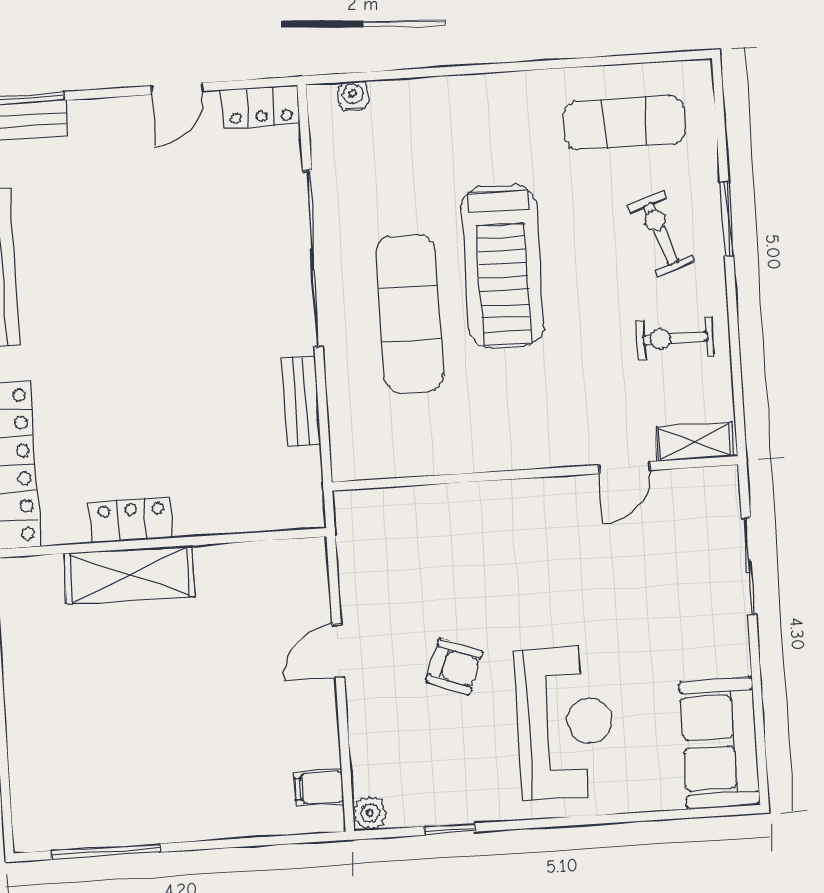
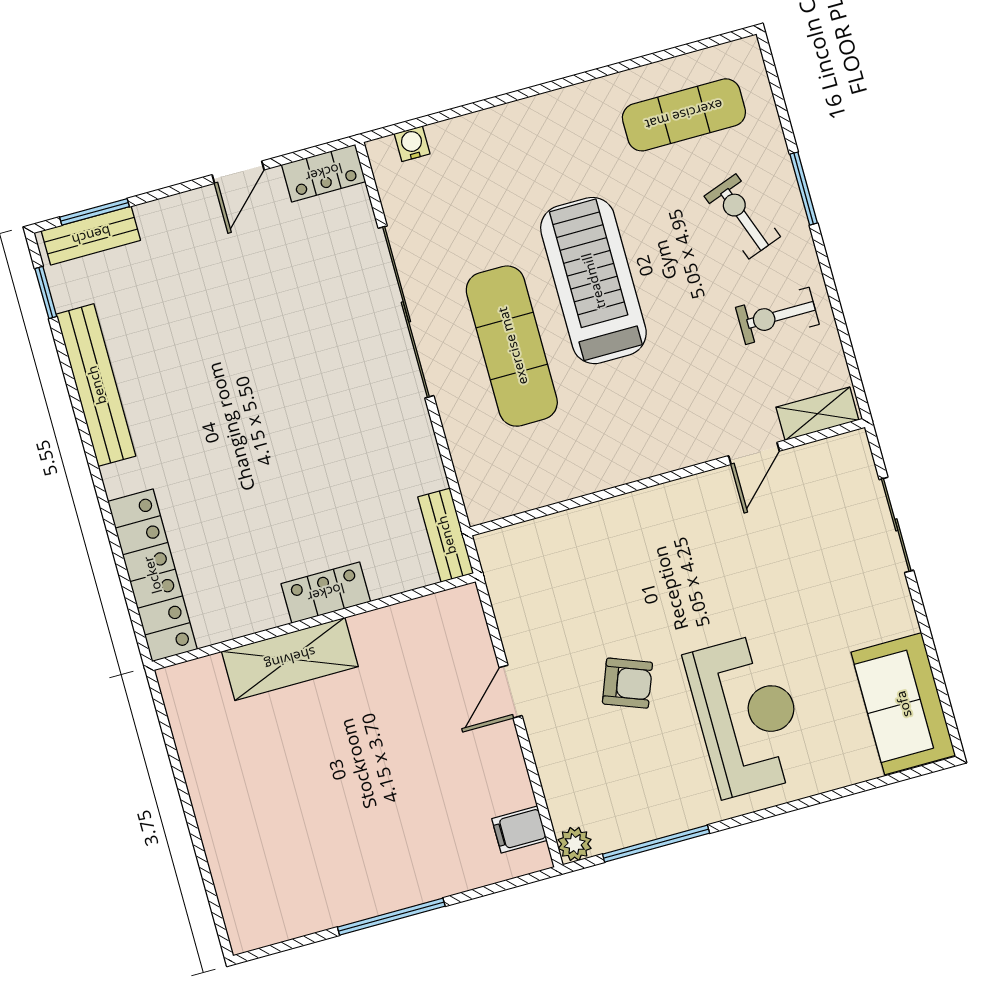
treadmill: (502, 266) -> (593, 281), turned 180
bench: (301, 401) -> (446, 535), moved
locker: (131, 520) -> (326, 593), moved
window: (450, 829) -> (656, 844), width x2.17
window: (106, 851) -> (391, 917), moved

